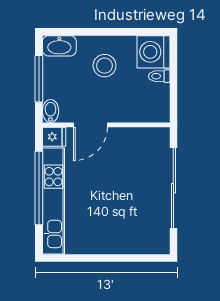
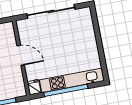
bidet: (51, 111) -> (19, 92), removed
door: (90, 125) -> (21, 55), moved

